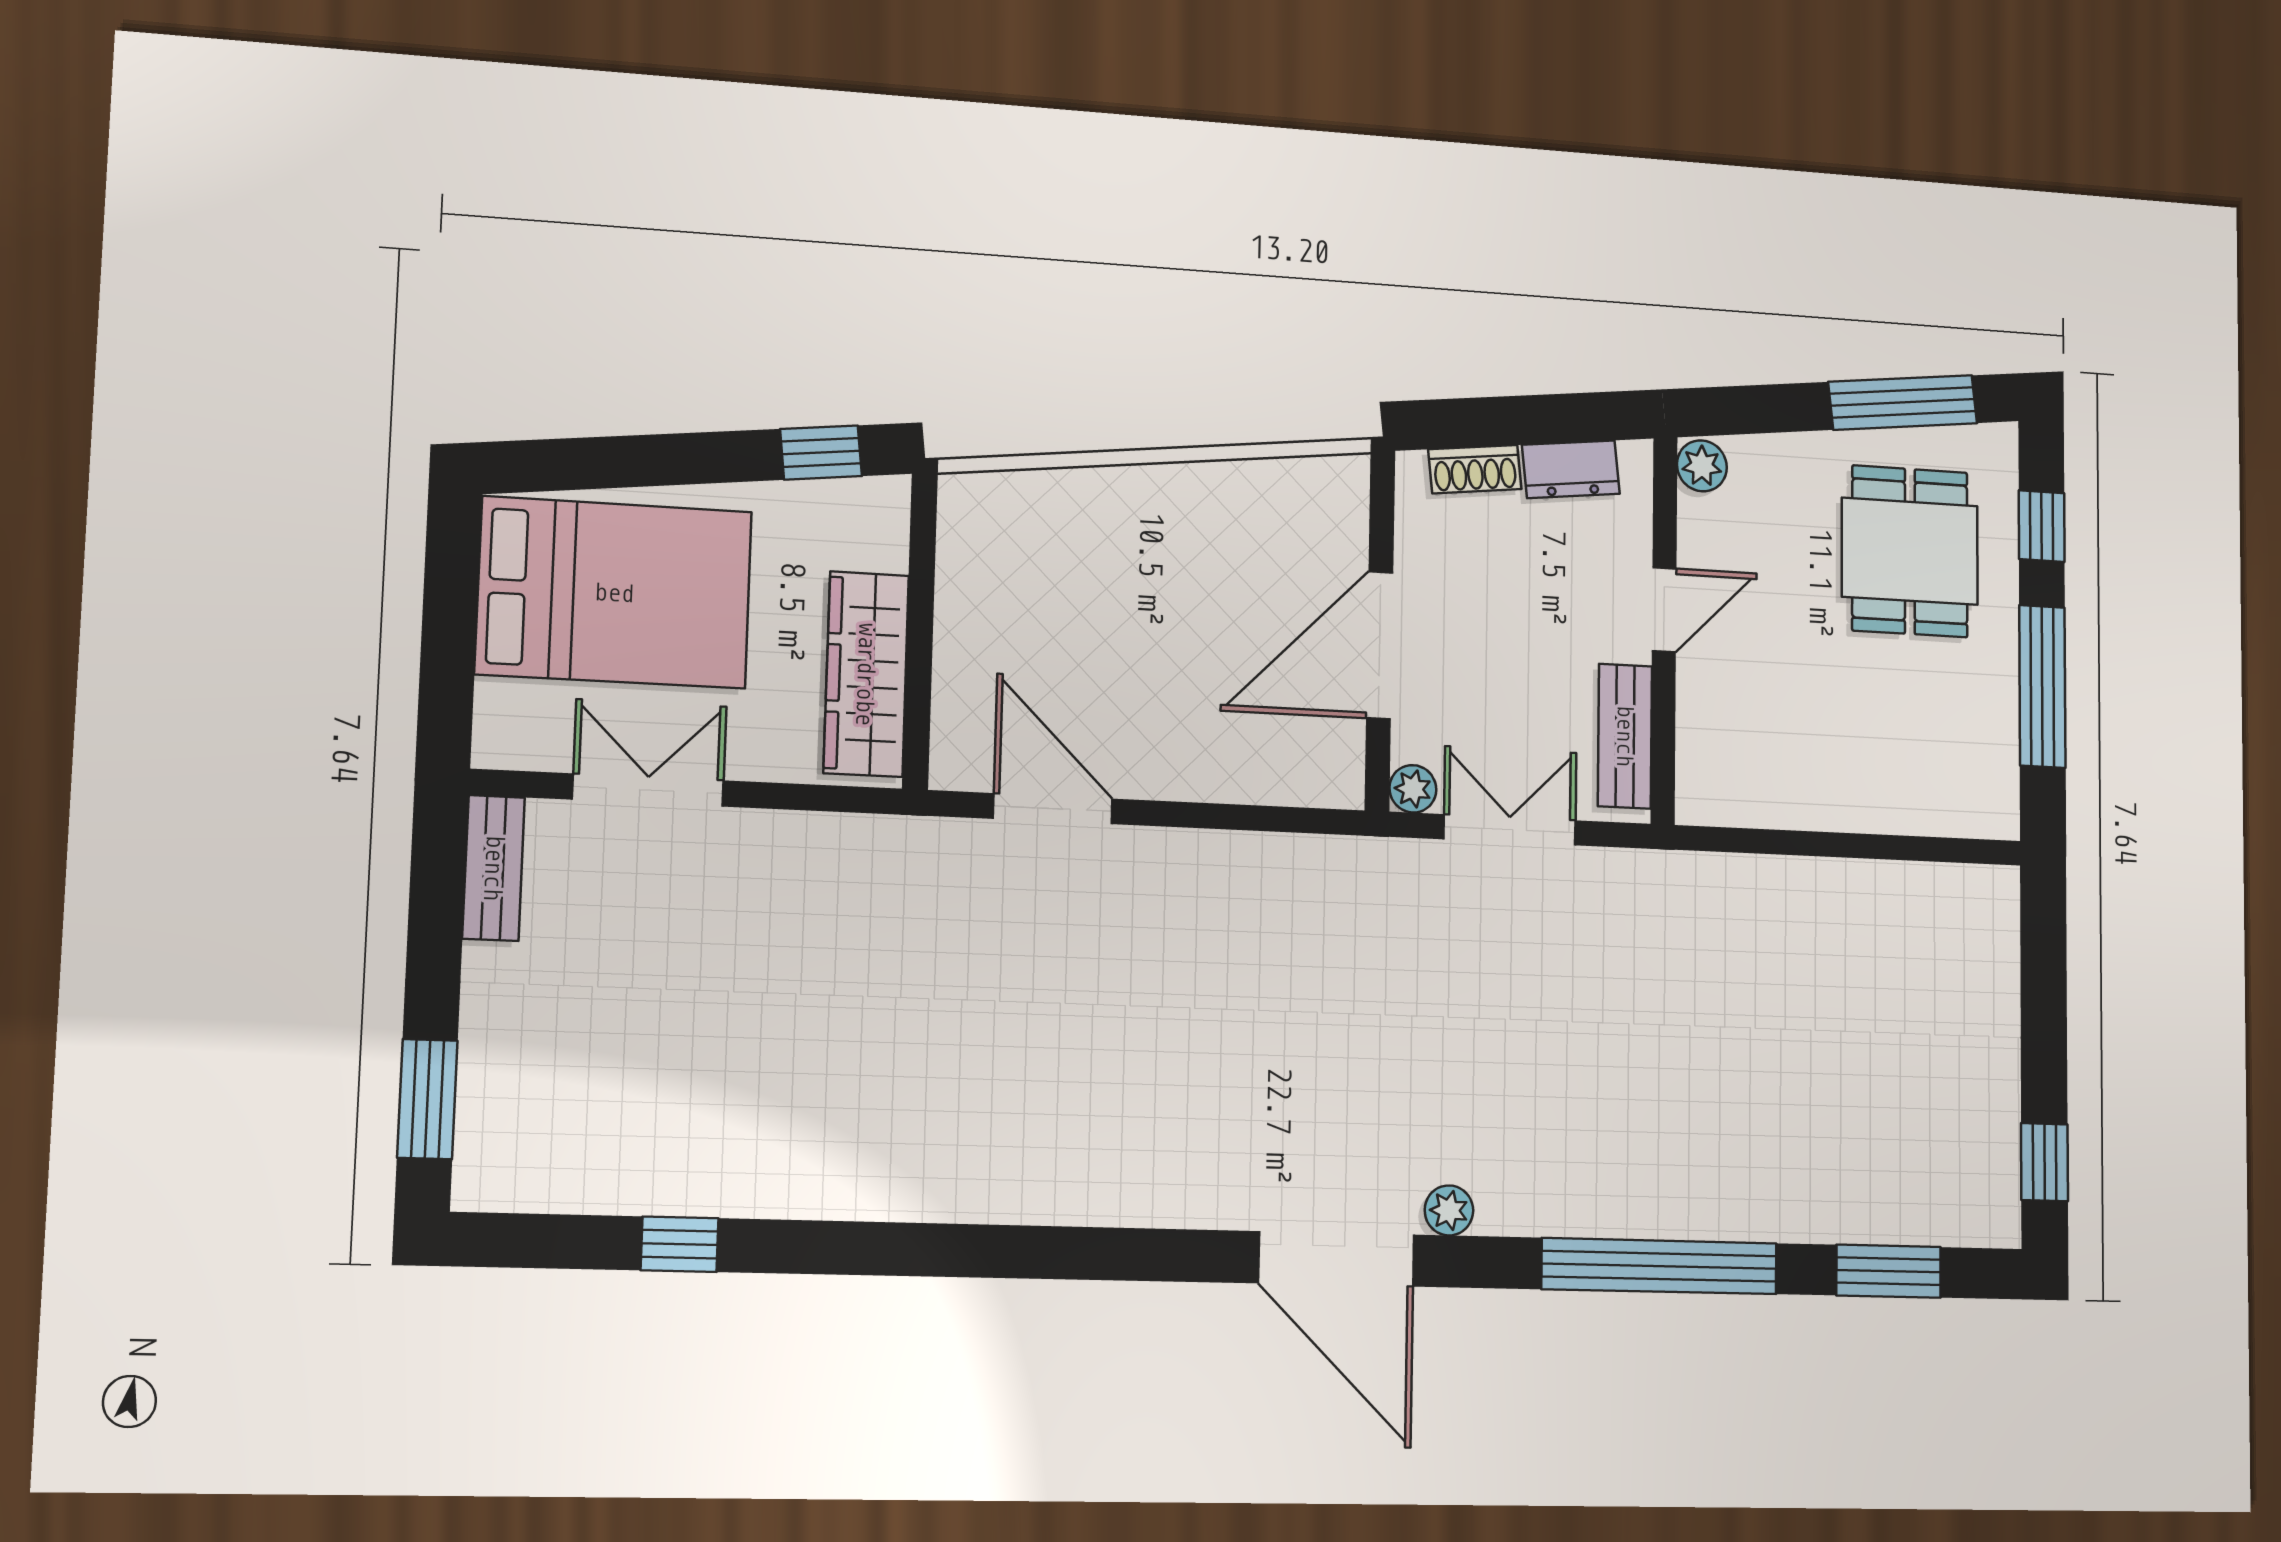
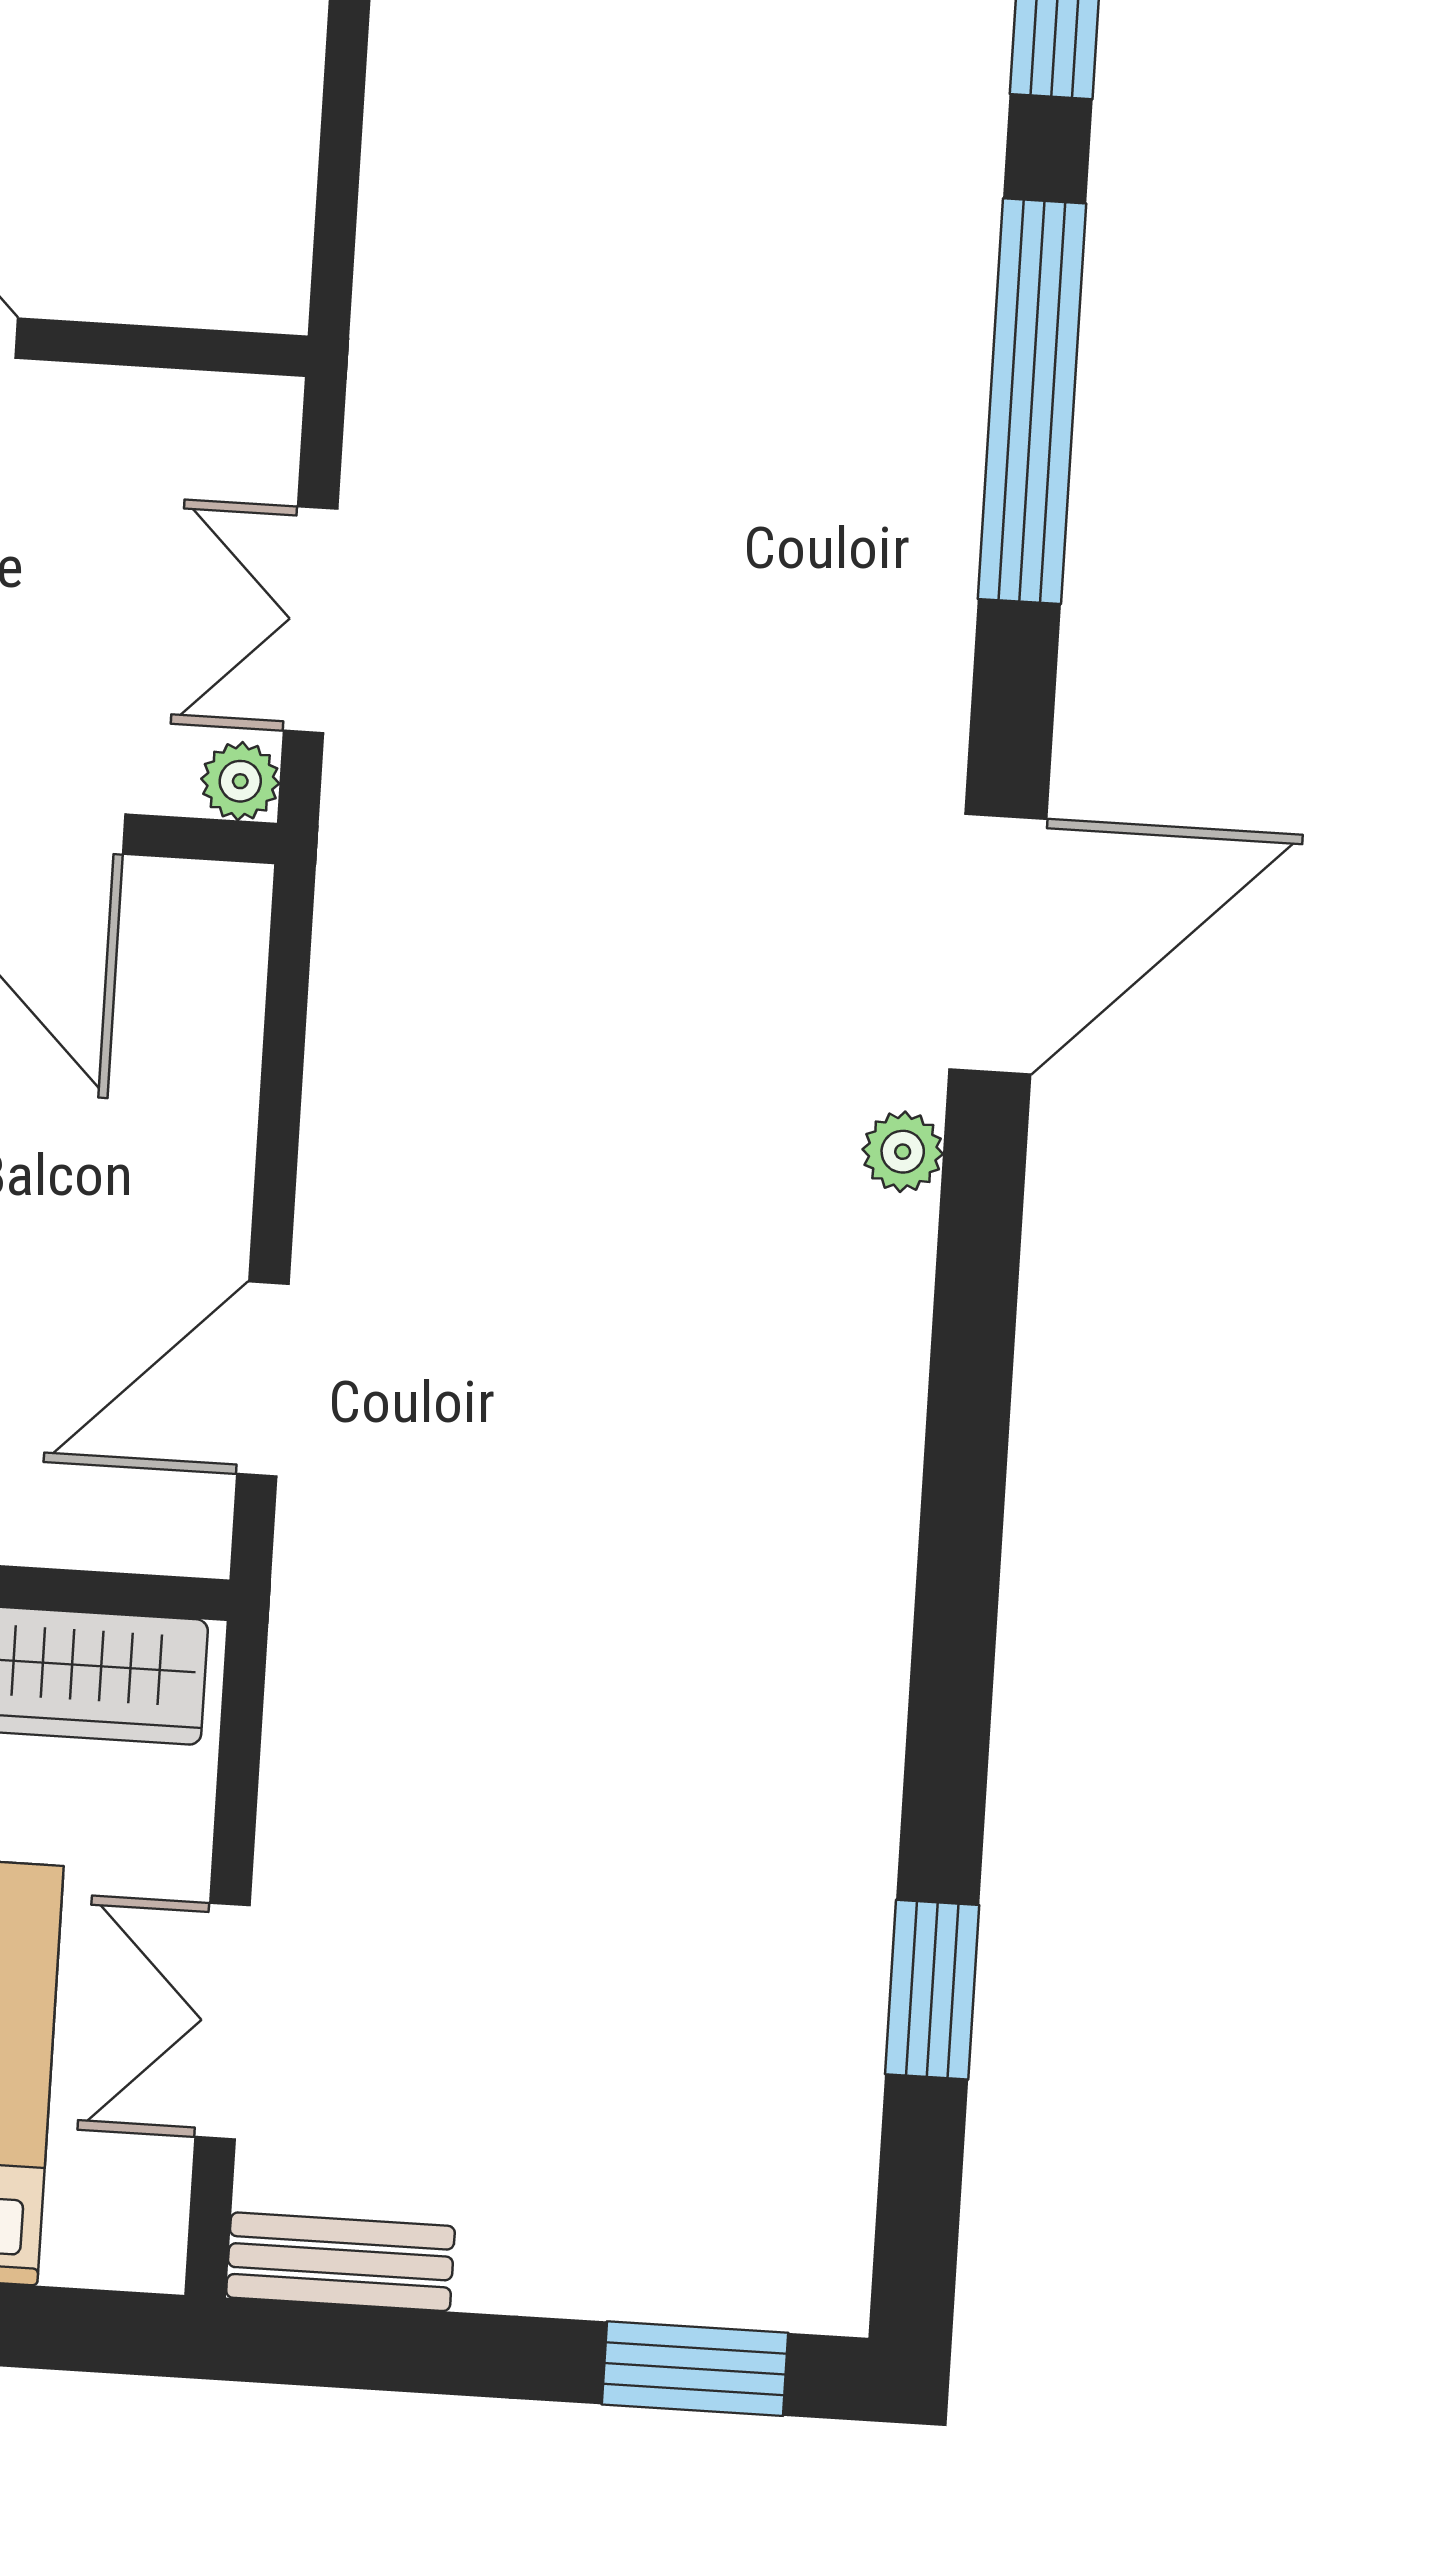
bench: (1625, 736) -> (158, 414), removed
plant: (1449, 1210) -> (903, 1152), moved
window: (680, 1244) -> (932, 1990), width x1.50

